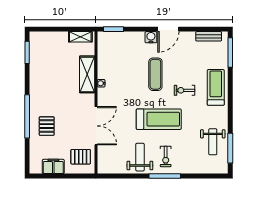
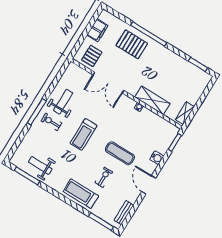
water cooler: (151, 37) -> (157, 158), moved
treadmill: (216, 87) -> (81, 194), turned 180
exercise bike: (184, 90) -> (104, 177), moved
treadmill: (159, 119) -> (84, 134), width x0.73, depth x0.73
pallet: (47, 126) -> (132, 44), width x1.50, depth x1.42
weight bench: (140, 157) -> (63, 102), turned -90

